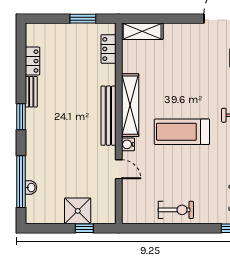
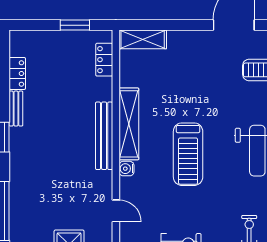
treadmill: (182, 132) -> (188, 154), turned -90
door: (119, 169) -> (116, 211), moved
washbasin: (31, 188) -> (16, 218), removed

